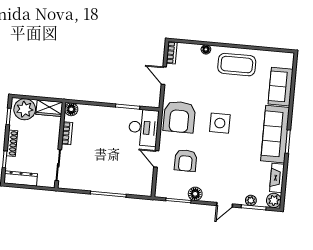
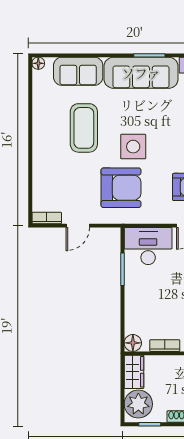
floor lamp: (206, 49) -> (38, 63), moved
coffee table: (237, 65) -> (84, 128), moved
armchair: (179, 117) -> (121, 188), moved

